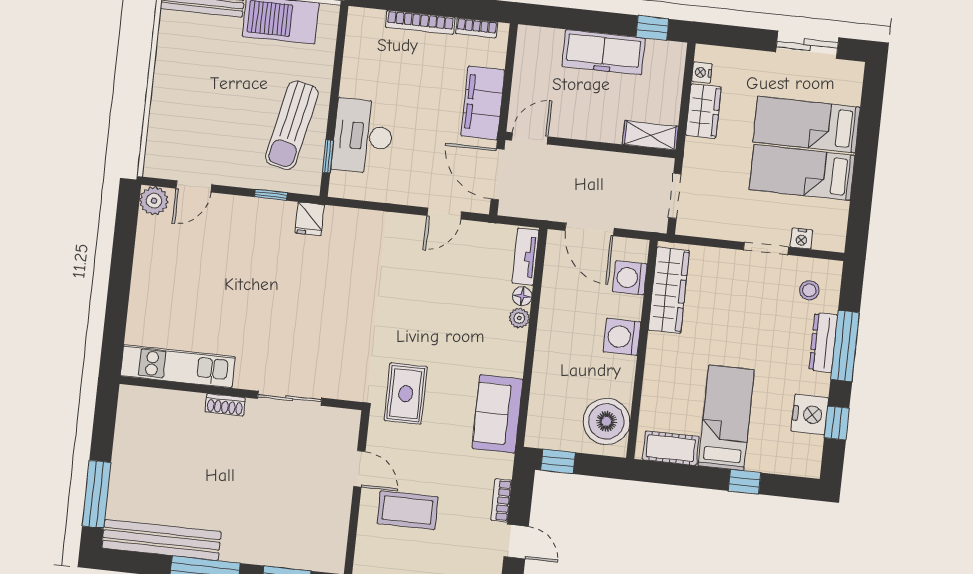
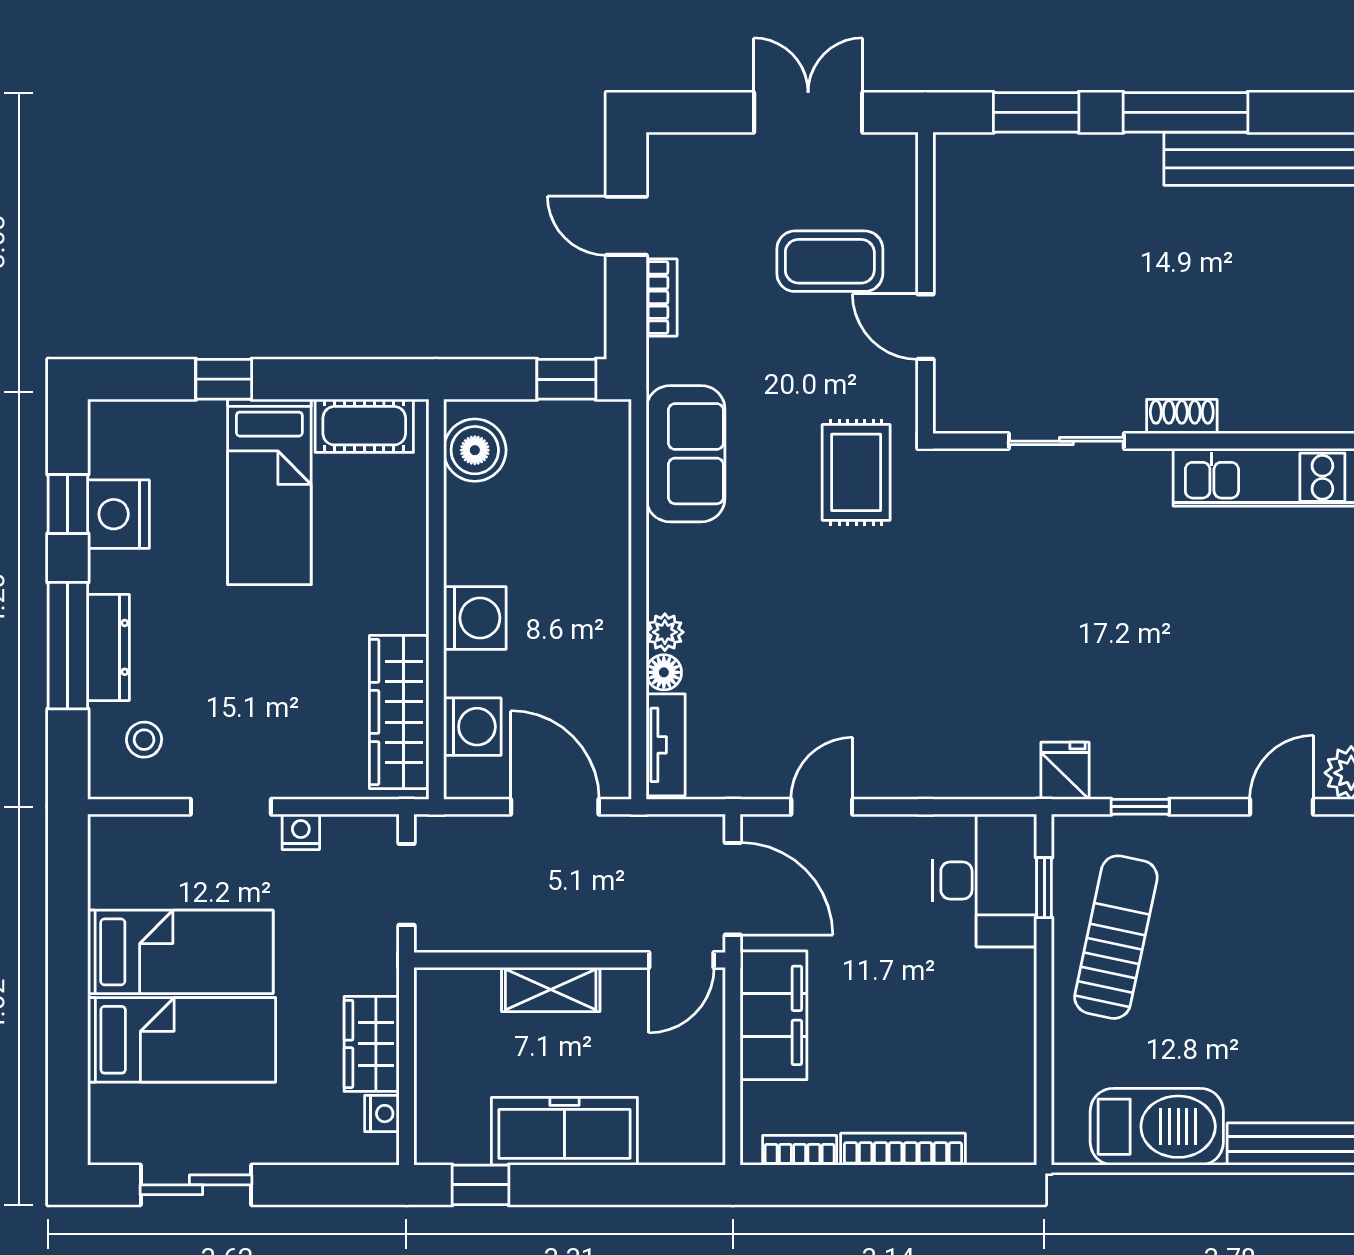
shelving: (650, 135) -> (551, 989), moved
desk: (363, 136) -> (985, 880), moved
nightstand: (801, 239) -> (301, 832), moved
boiler: (606, 421) -> (475, 450), width x0.73, depth x0.73

